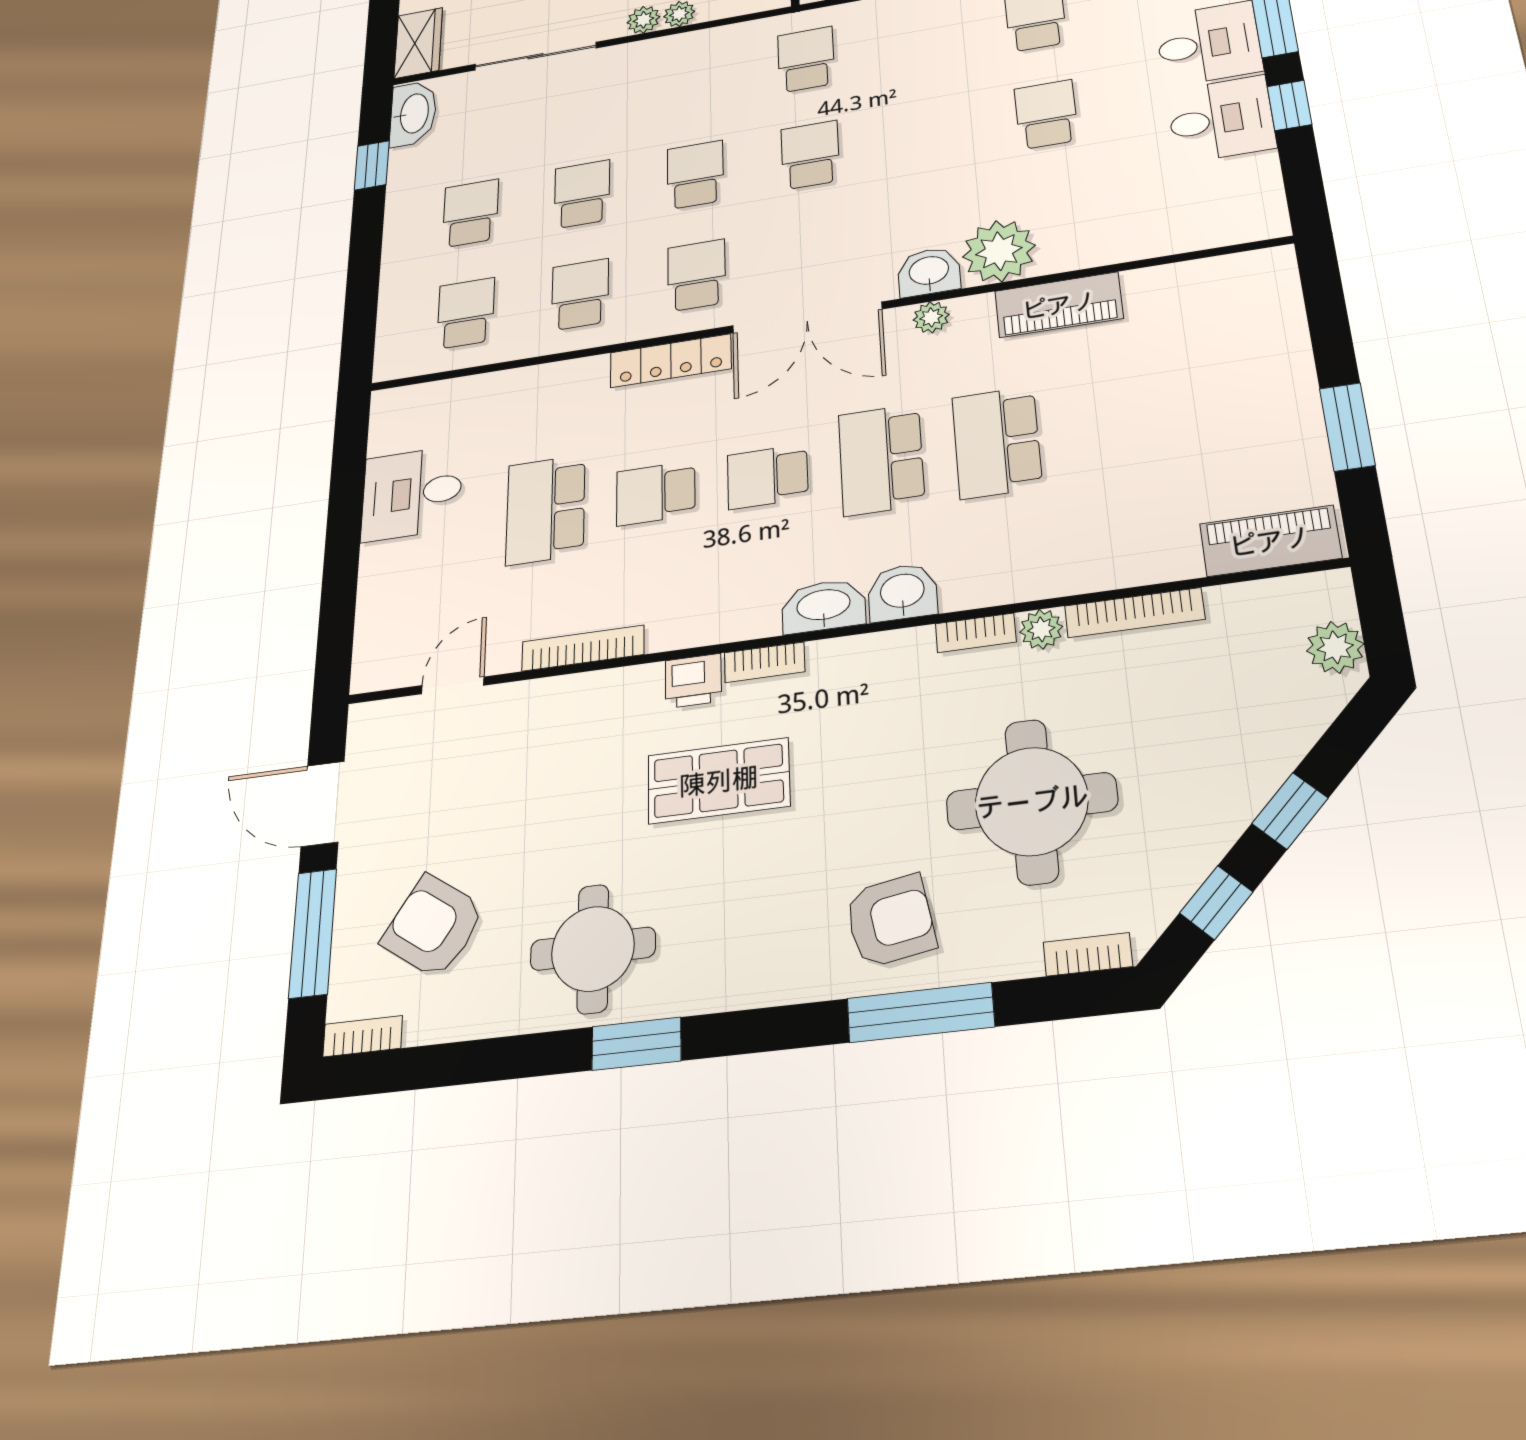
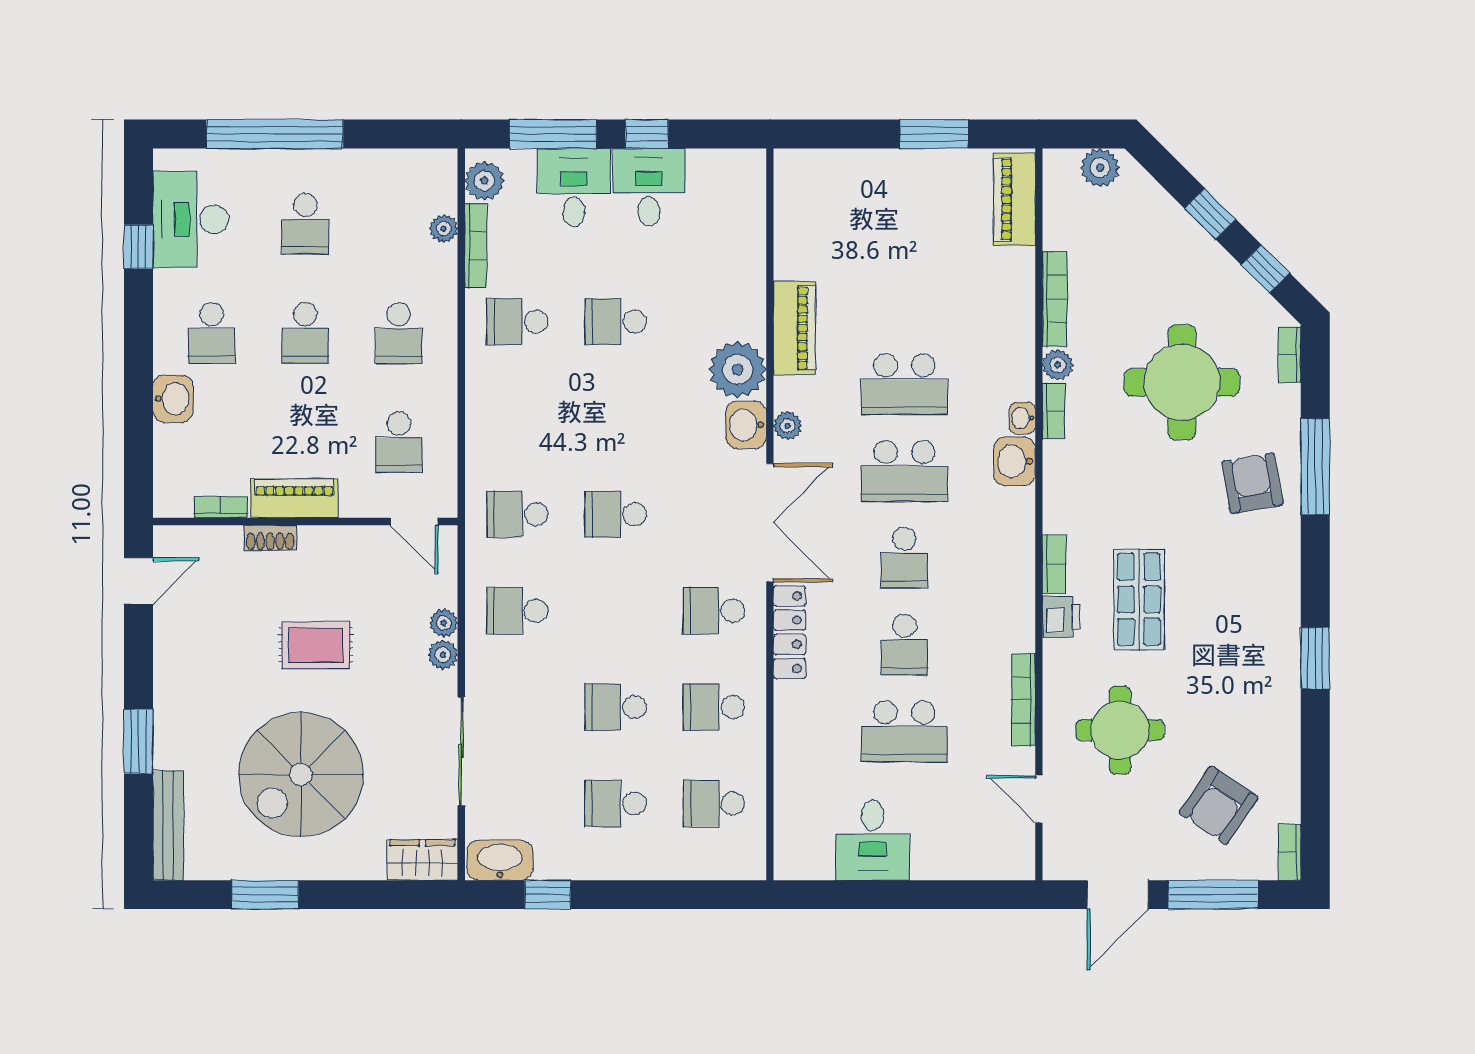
school desk: (695, 175) -> (517, 611), moved
washbasin: (824, 606) -> (1022, 418), moved, width x0.52, depth x0.69
round table: (593, 949) -> (1120, 730), moved

